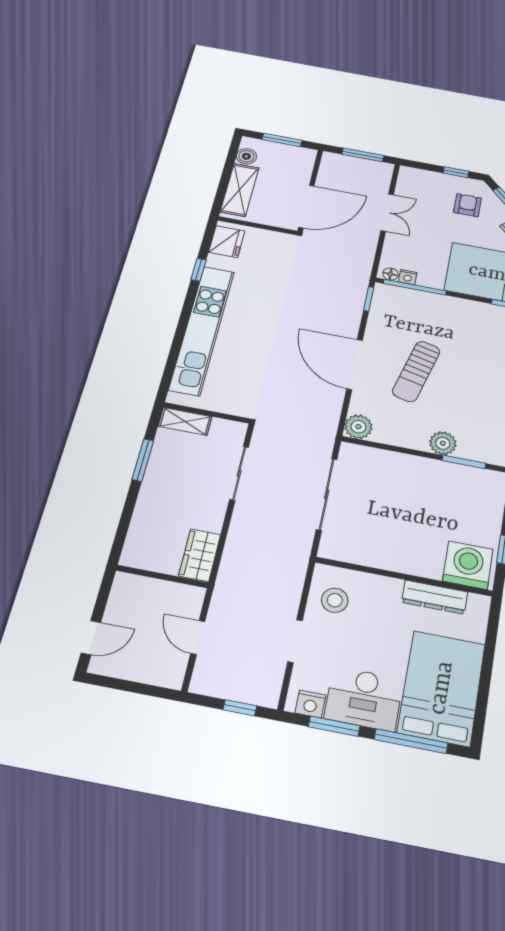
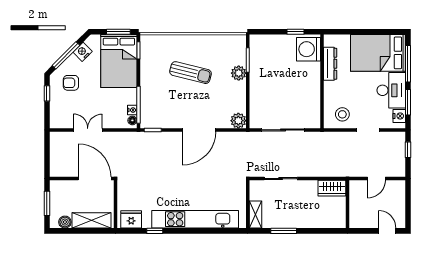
window: (363, 155) -> (47, 152), removed
sun lounger: (416, 371) -> (191, 73), moved

